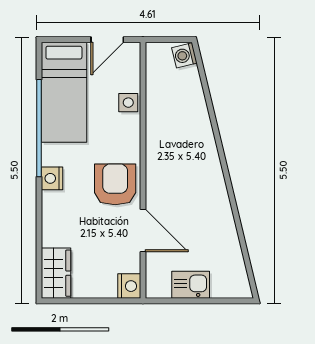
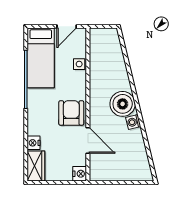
washing machine: (184, 55) -> (133, 122), moved
boiler: (201, 169) -> (123, 104), added
nightstand: (52, 178) -> (34, 143), moved
kitchen sink: (191, 285) -> (116, 173), removed

